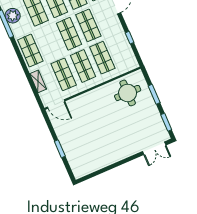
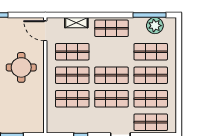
round table: (128, 93) -> (21, 67), moved
door: (56, 104) -> (45, 31), hinge flipped

